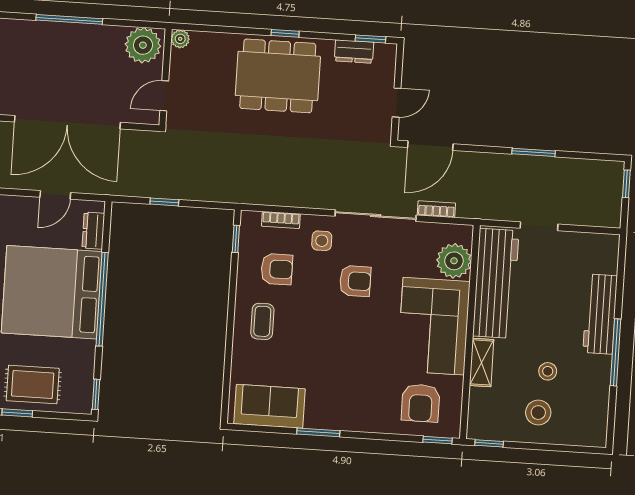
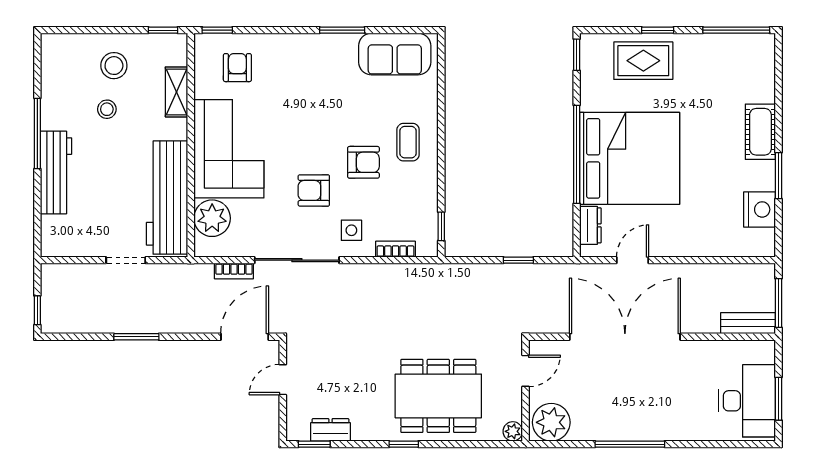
dining table: (278, 76) -> (438, 396), moved
armchair: (277, 269) -> (363, 162), moved, turned 180
shelving: (482, 362) -> (176, 92), moved
armchair: (421, 403) -> (237, 68), width x0.72, depth x0.72

